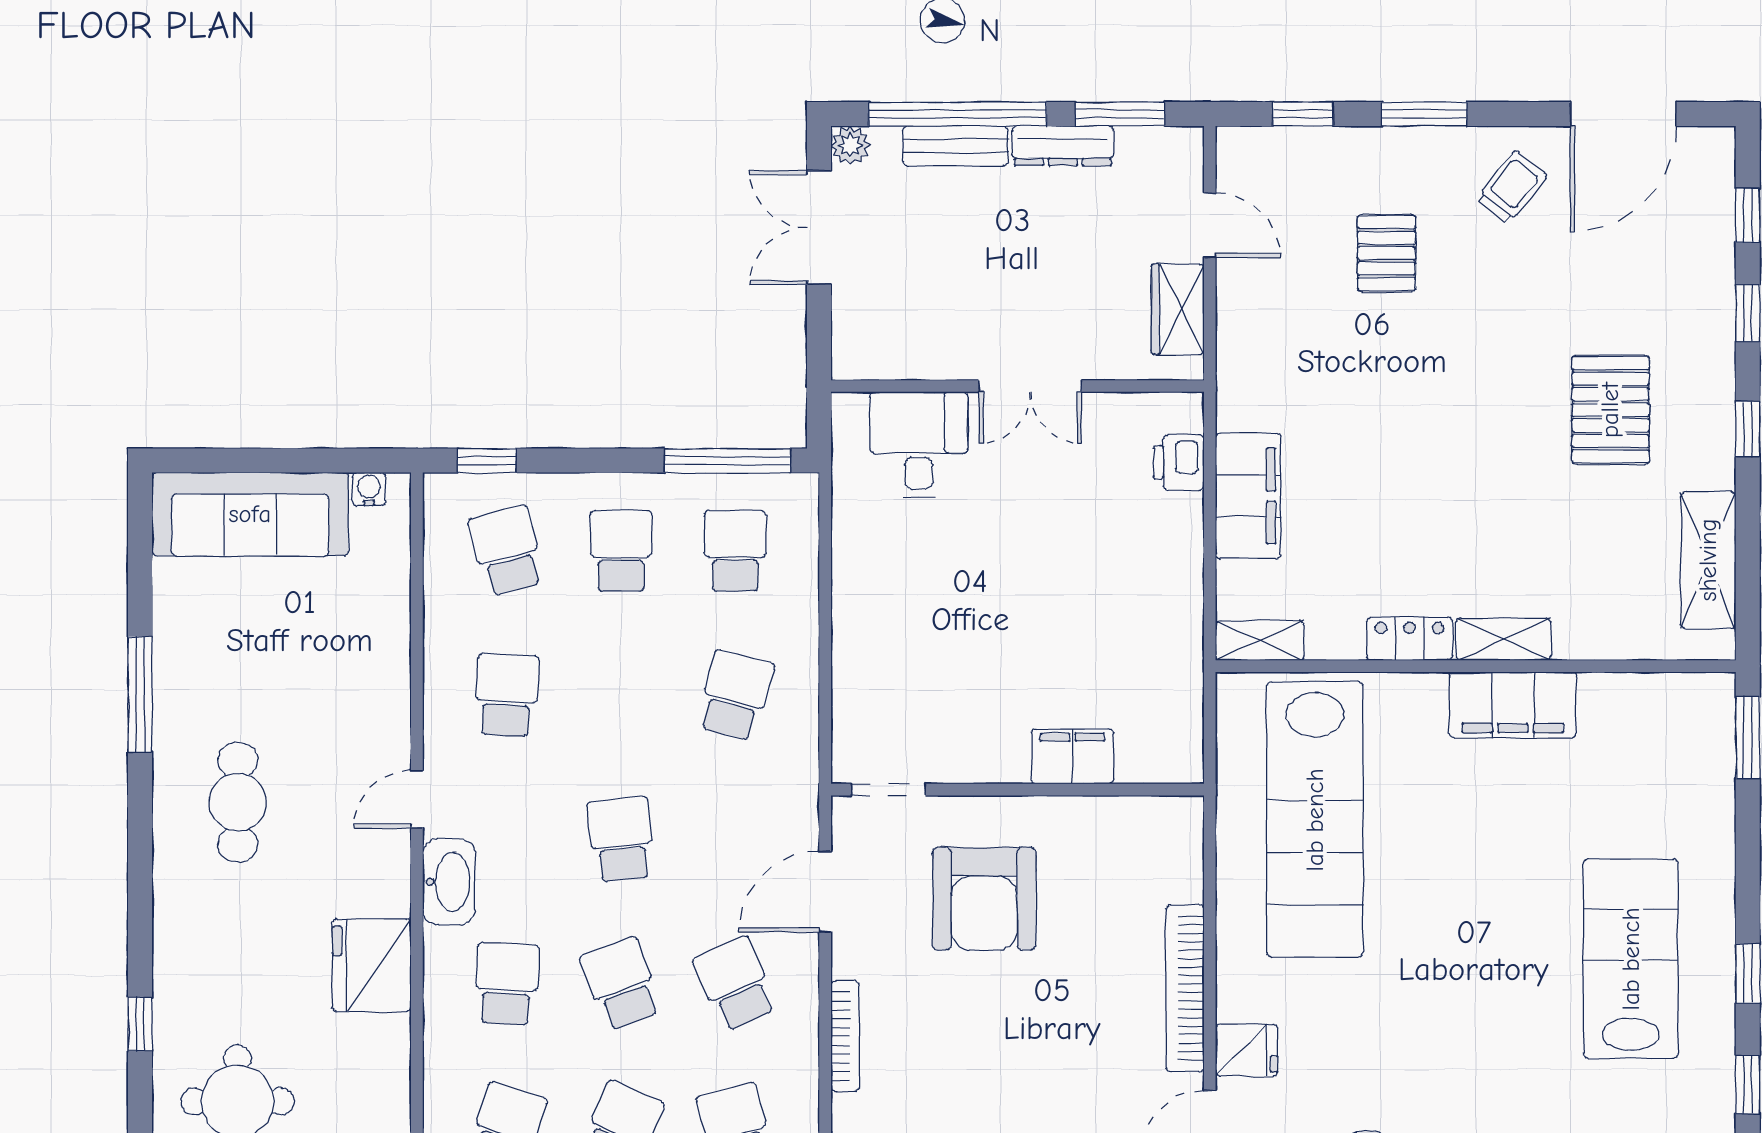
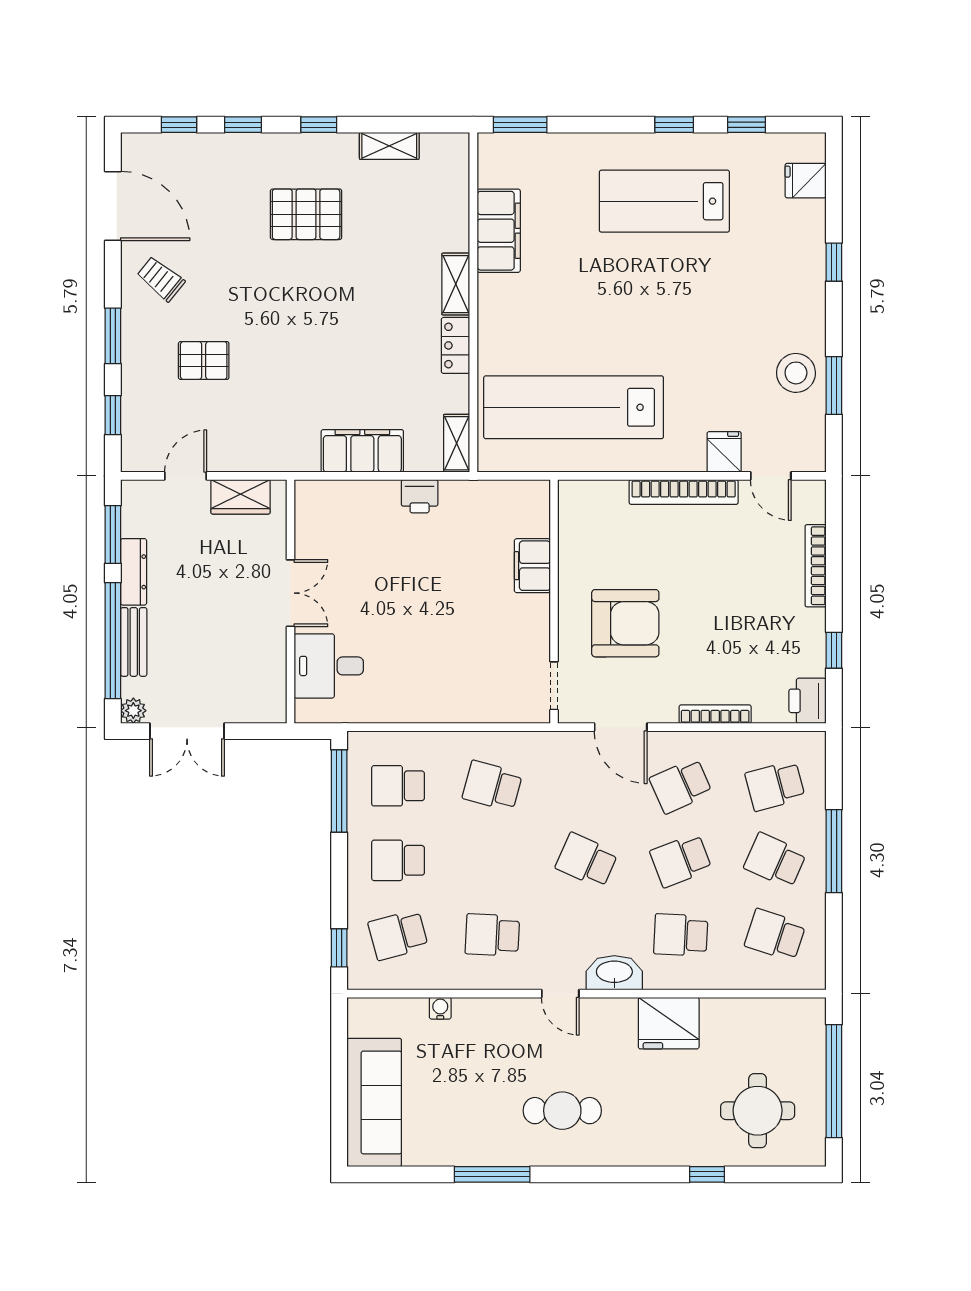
printer: (1179, 462) -> (420, 496), moved
water cooler: (369, 489) -> (440, 1008), moved, turned 90
shelving: (1708, 560) -> (389, 146), width x0.67, depth x0.75
filing cabinet: (1513, 705) -> (499, 231), moved
lab bench: (1315, 820) -> (574, 407), turned 180
school desk: (621, 839) -> (587, 860), turned 30

